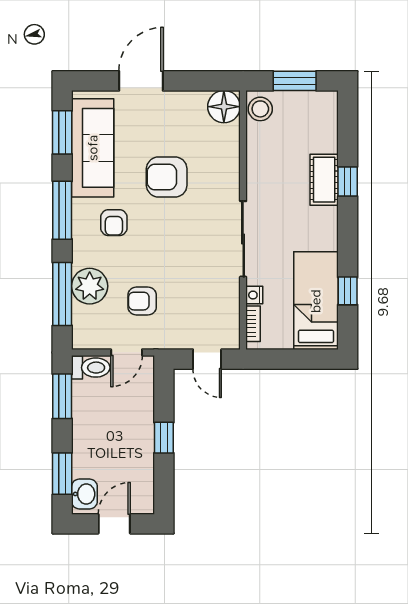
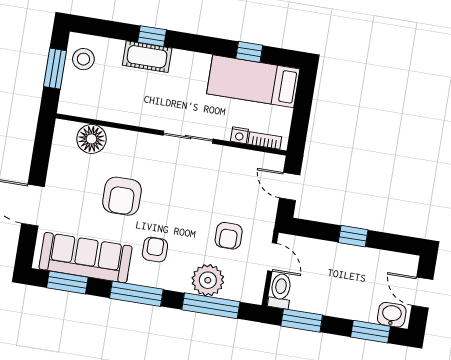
floor lamp: (224, 107) -> (91, 139), moved
stool: (260, 109) -> (83, 59), moved
armchair: (114, 223) -> (155, 250), turned -90
sliding door: (243, 239) -> (188, 137), width x0.73
door: (207, 359) -> (290, 186), swing flipped

